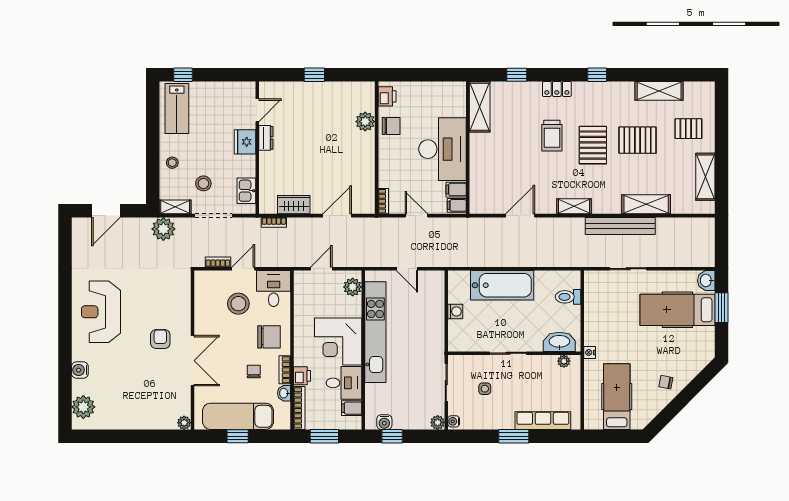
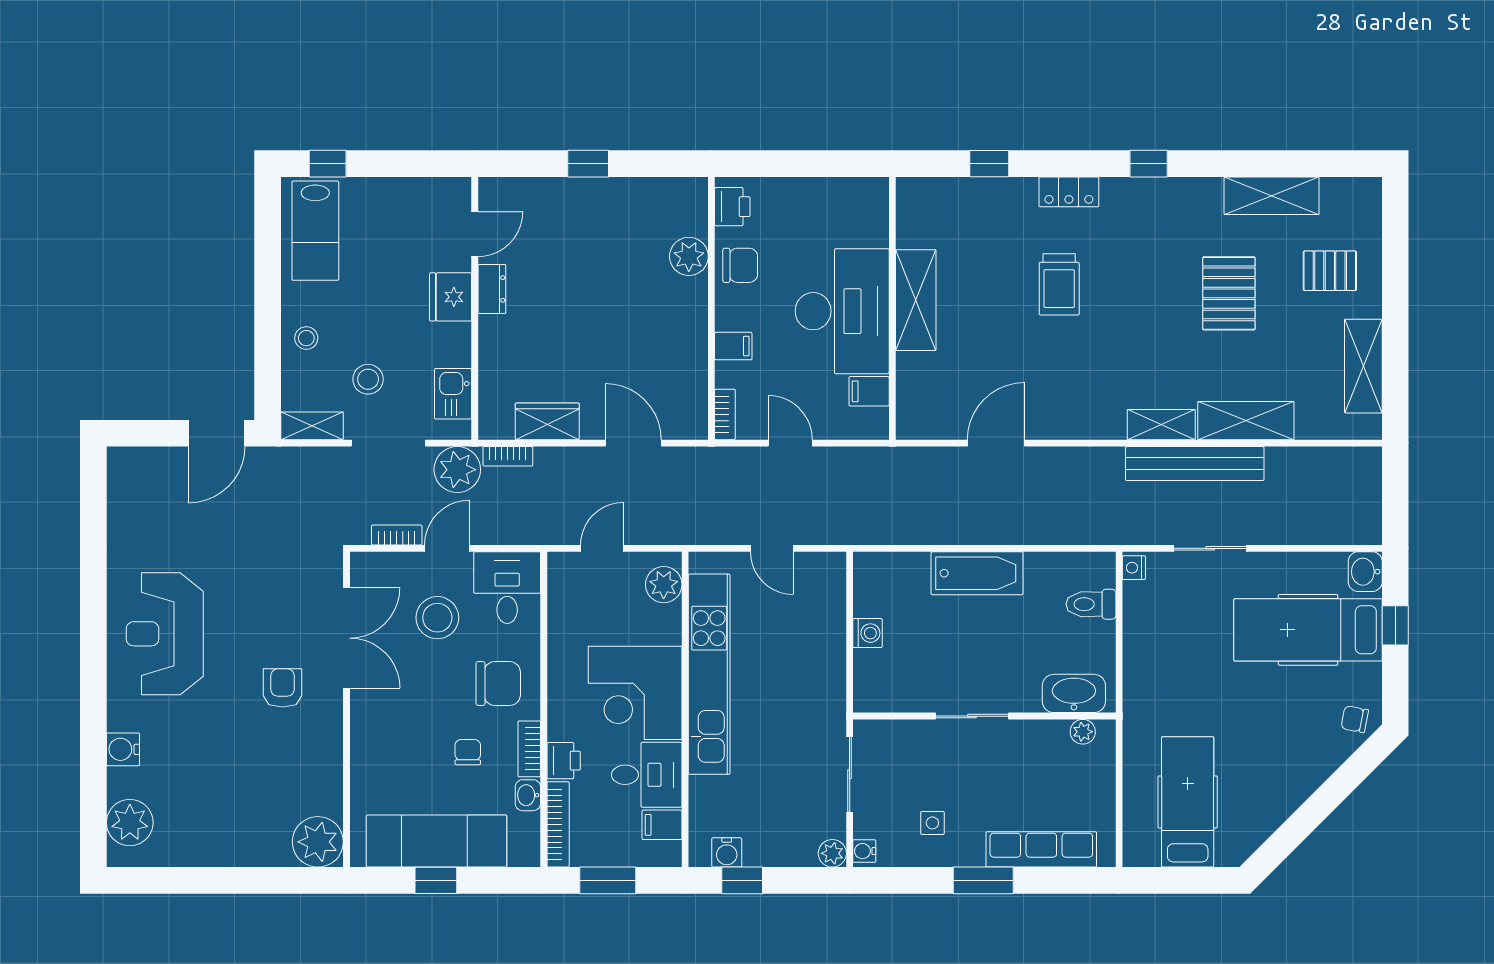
shelving: (480, 107) -> (916, 300), moved
pallet: (638, 140) -> (1229, 293), turned 90
pallet: (593, 145) -> (1140, 303), removed
filing cabinet: (457, 205) -> (733, 346), moved, turned 180
shelving: (574, 206) -> (1161, 425), moved
door: (106, 211) -> (217, 433), moved
door: (337, 216) -> (633, 443), hinge flipped
plant: (163, 229) -> (457, 470), moved
bathtub: (502, 285) -> (977, 573), width x0.73, depth x0.73
window: (721, 308) -> (1395, 625), width x0.67
nightstand: (590, 352) -> (1134, 568), moved
double door: (193, 361) -> (347, 638), moved
chair: (666, 382) -> (1355, 719), moved
side table: (485, 389) -> (932, 823), moved
plant: (184, 423) -> (318, 842), width x1.87, depth x1.87

